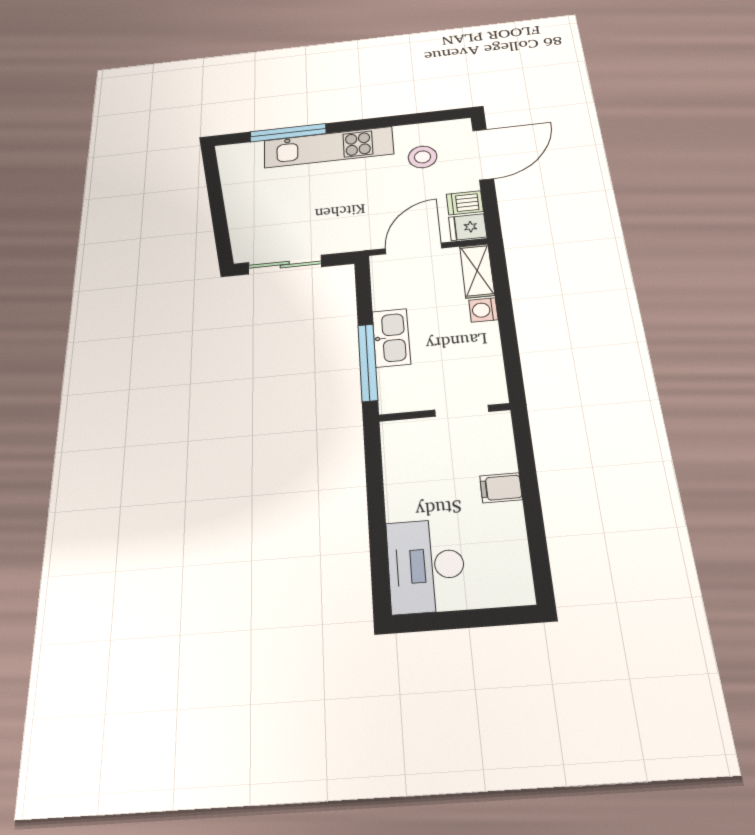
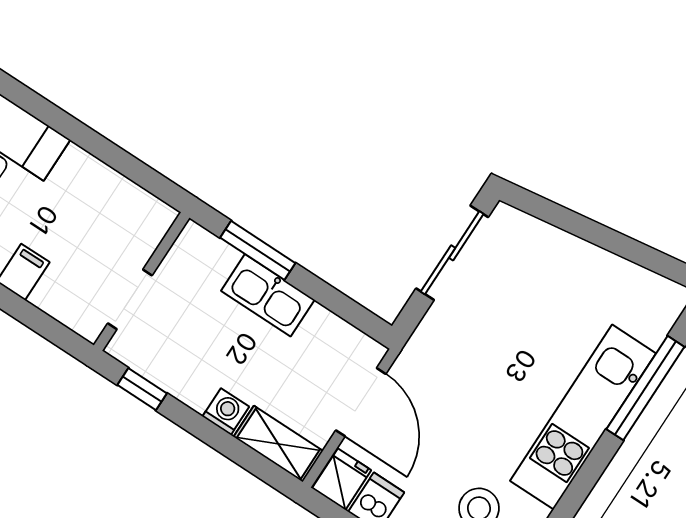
window: (368, 362) -> (258, 250), width x0.69
window: (512, 363) -> (142, 389), added

